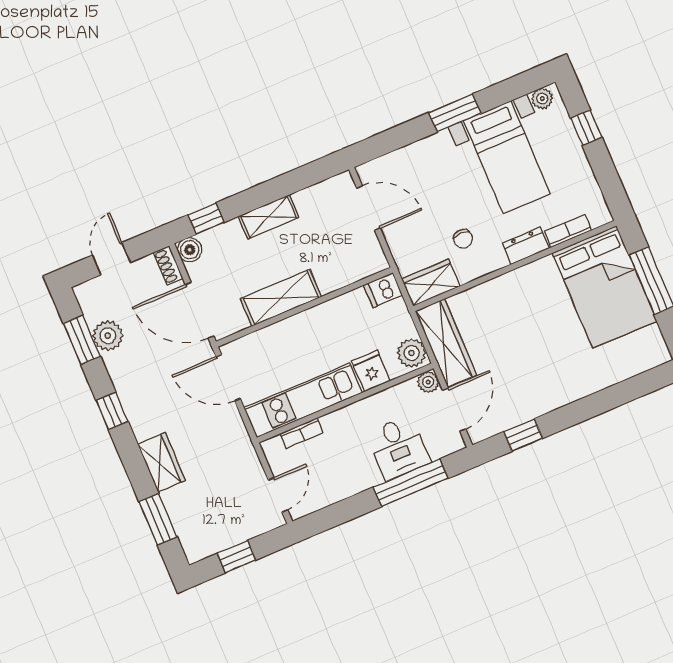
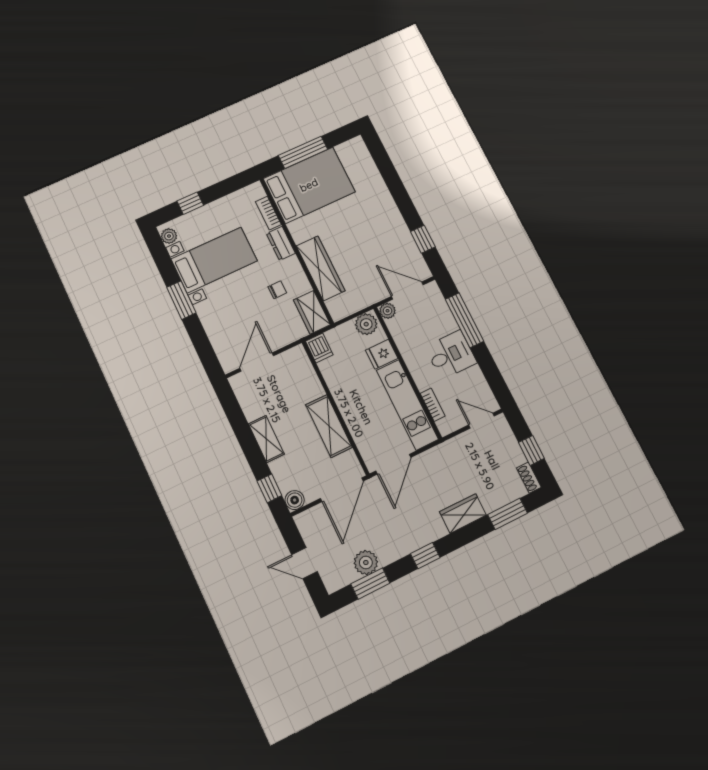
shoe rack: (168, 265) -> (529, 478), moved, turned 90
wardrobe: (446, 343) -> (321, 268), moved, turned 90
desk: (398, 448) -> (451, 355), moved

